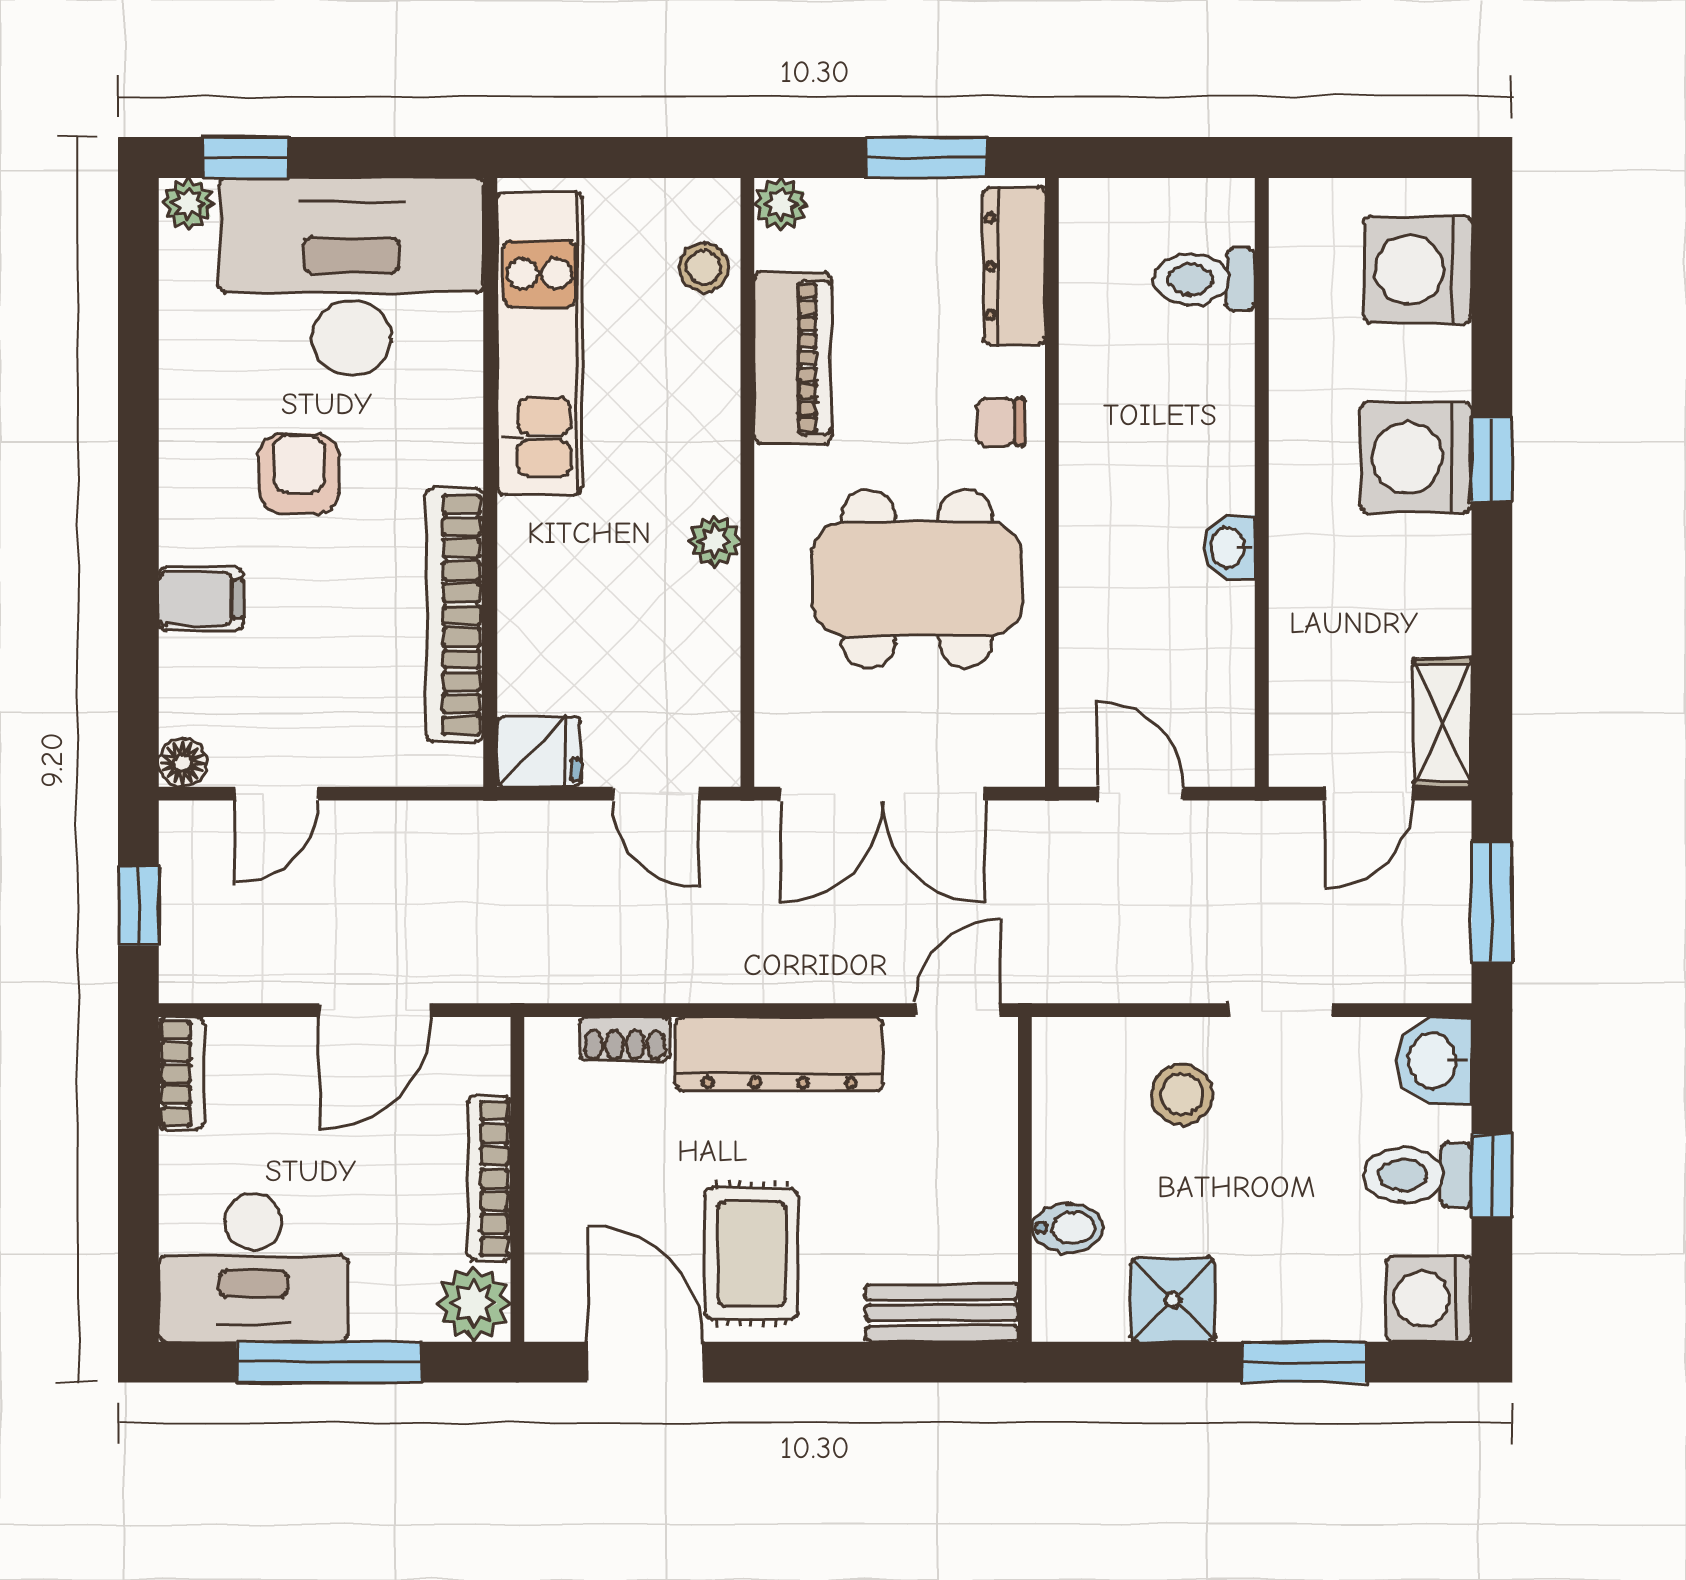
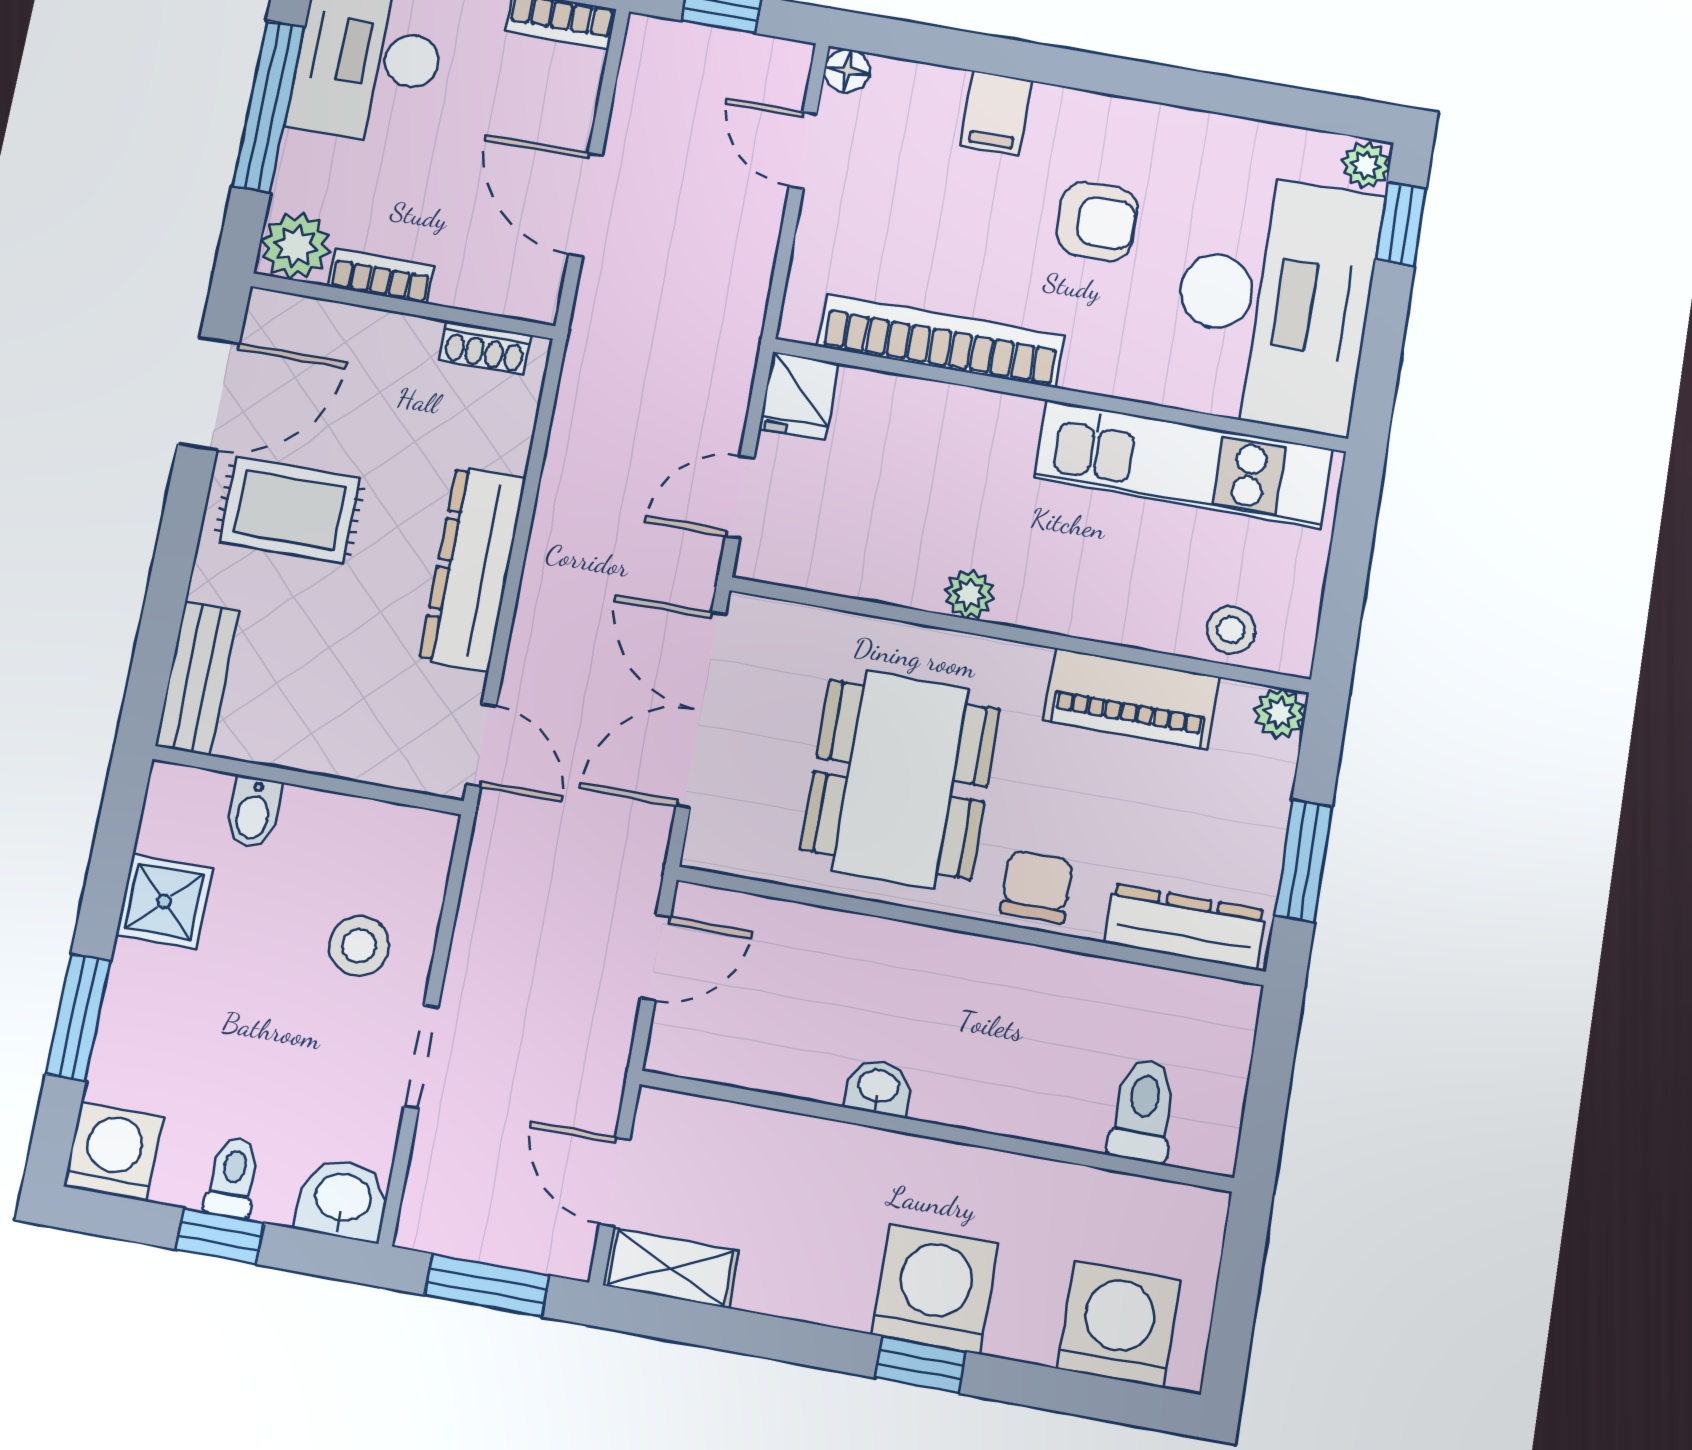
chair: (1001, 422) -> (1037, 887), width x1.37, depth x1.37
shoe rack: (625, 1039) -> (485, 348), moved, turned -90
toilet: (1418, 1175) -> (233, 1177), width x0.73, depth x0.72
bookcase: (489, 1178) -> (381, 276), width x0.64

